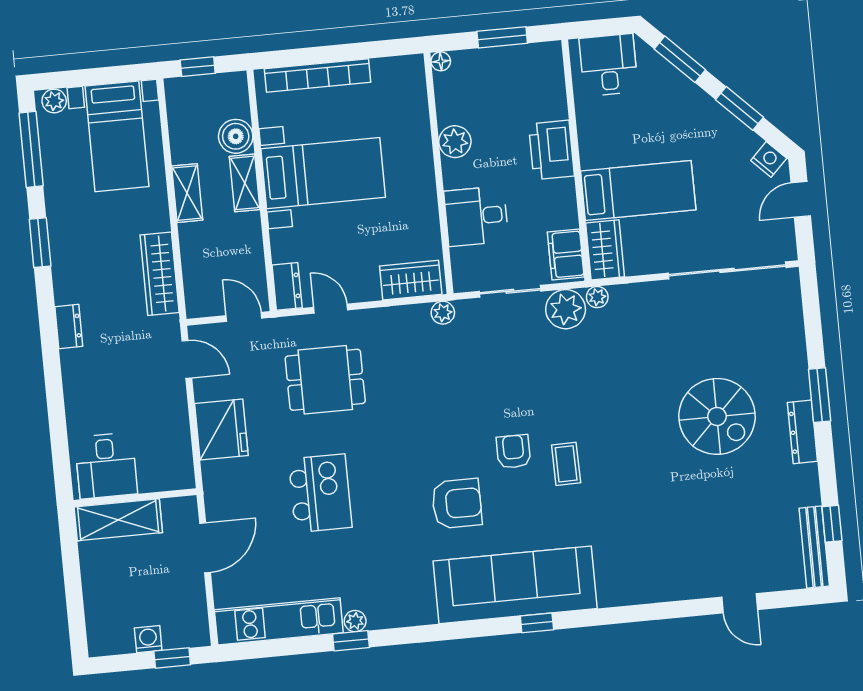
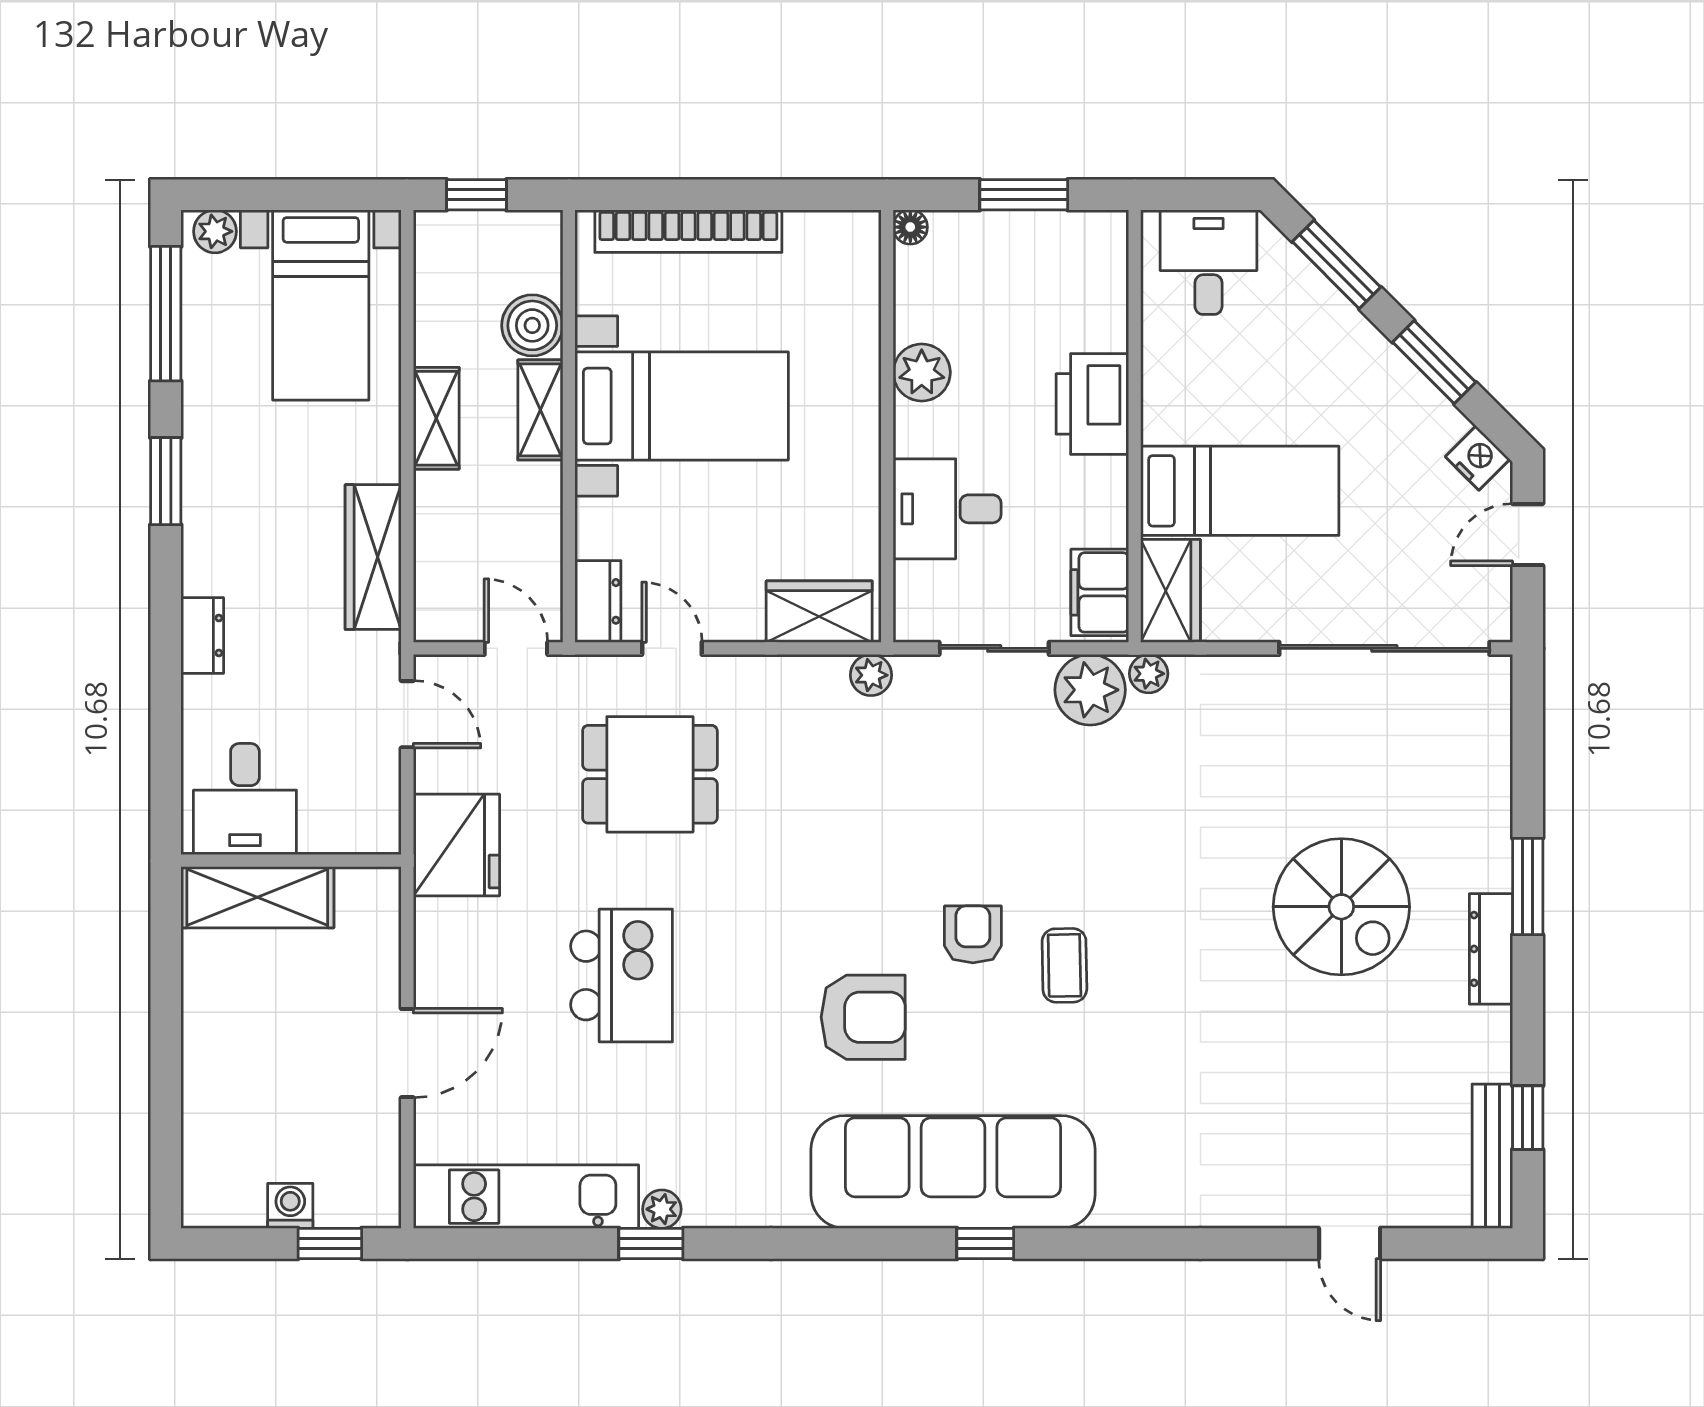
desk: (106, 466) -> (245, 799), moved
wall: (135, 498) -> (291, 861), moved
shelving: (118, 520) -> (257, 897), moved

